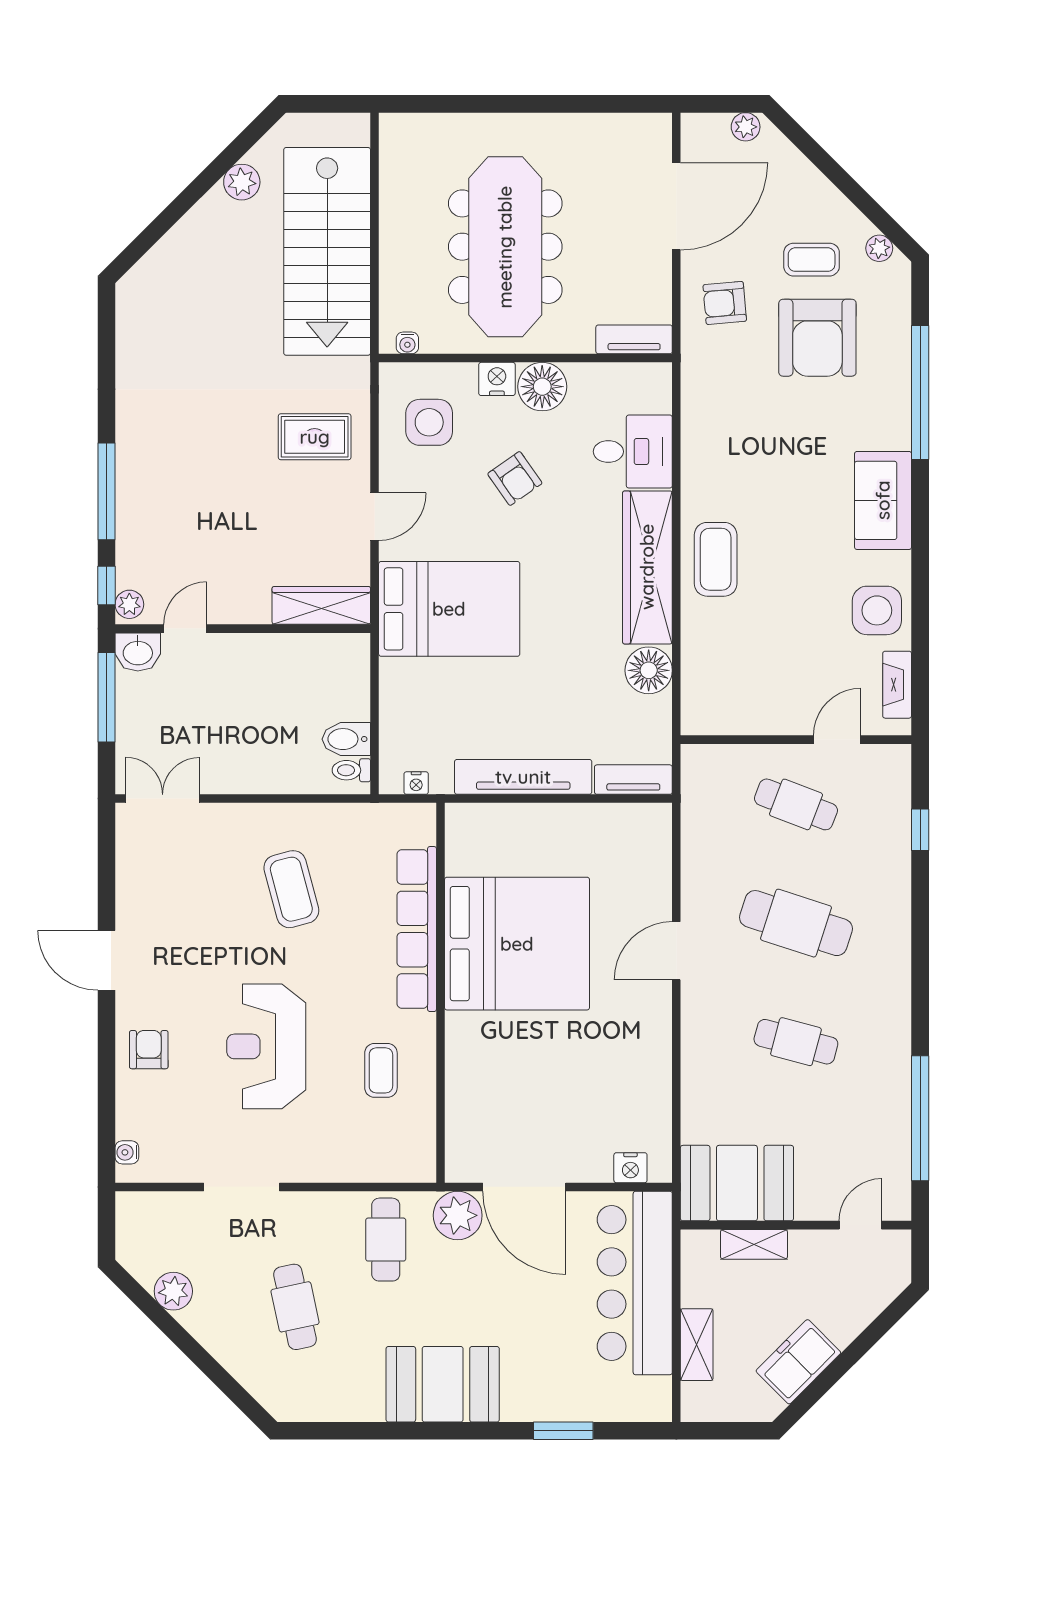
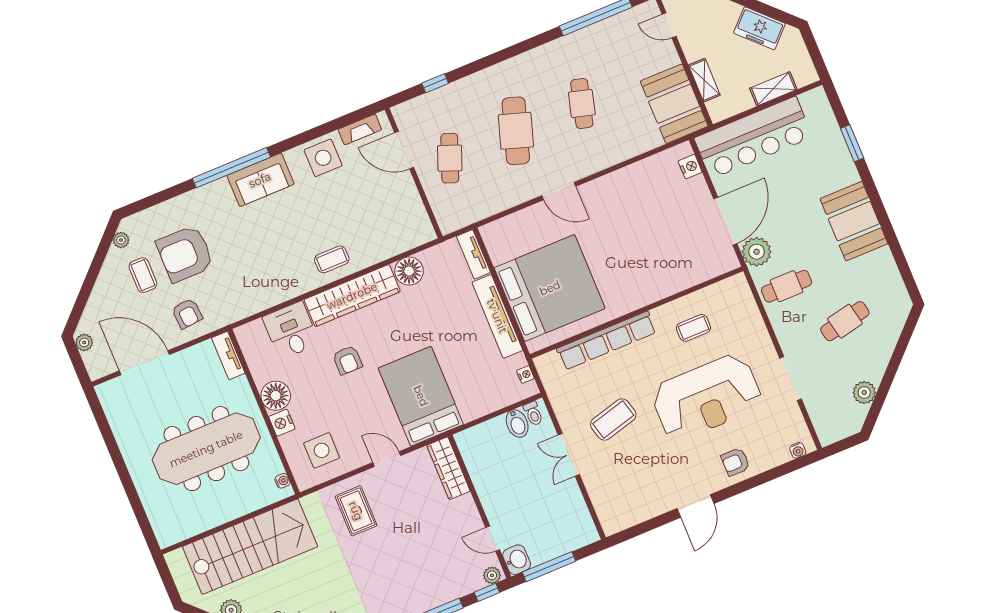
armchair: (817, 338) -> (185, 254), turned 180
window: (920, 392) -> (231, 168), moved
armchair: (515, 478) -> (347, 360), moved, turned 125
coffee table: (716, 559) -> (332, 259), width x0.73, depth x0.77
door: (837, 740) -> (404, 150), width x1.38
double door: (163, 799) -> (569, 455), moved
bed: (517, 944) -> (550, 288), moved, turned 90
reception desk: (266, 1046) -> (707, 397), width x1.36, depth x1.30

